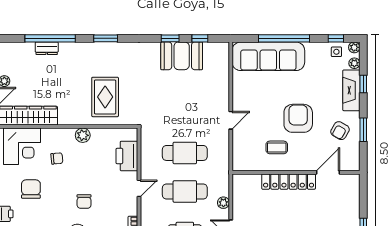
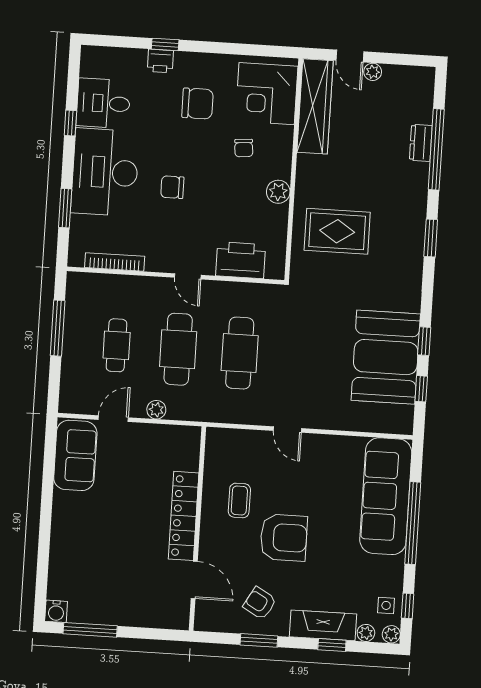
booth: (182, 56) -> (386, 357), width x1.36, depth x1.42

